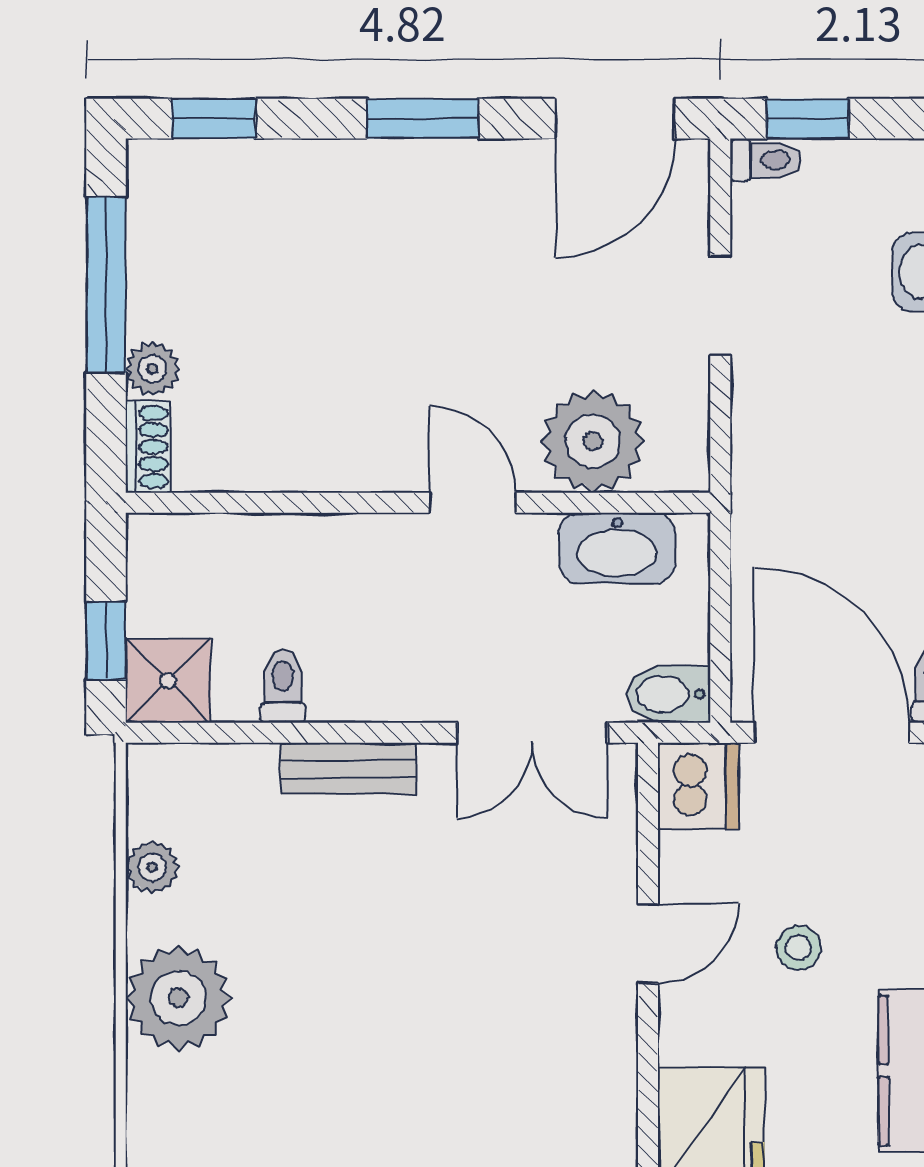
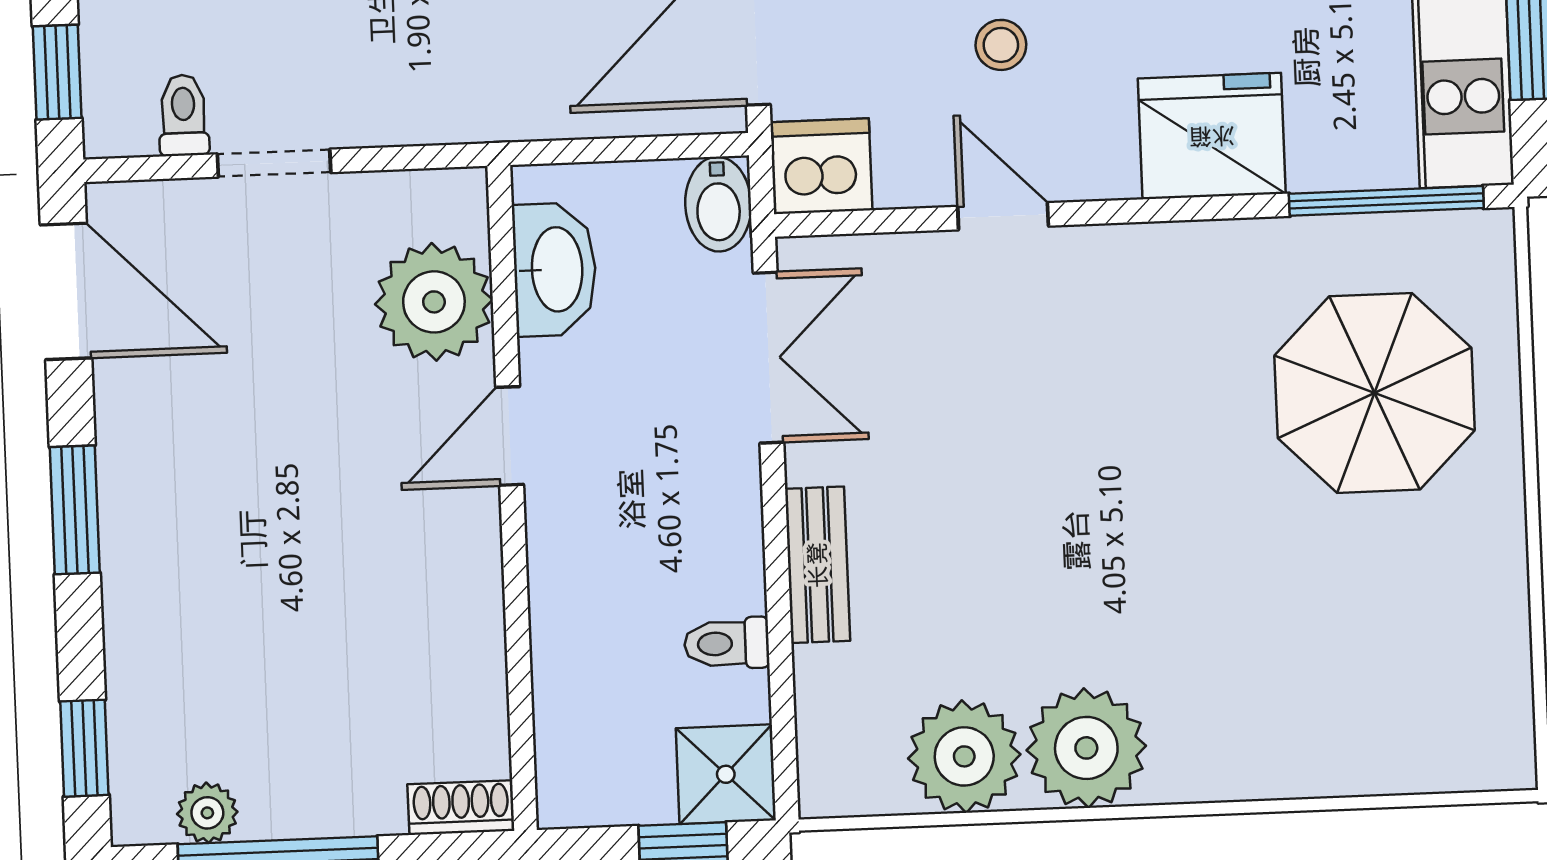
toilet: (766, 160) -> (183, 115), moved
plant: (152, 369) -> (207, 813), moved
plant: (152, 867) -> (964, 756), width x1.88, depth x1.88

